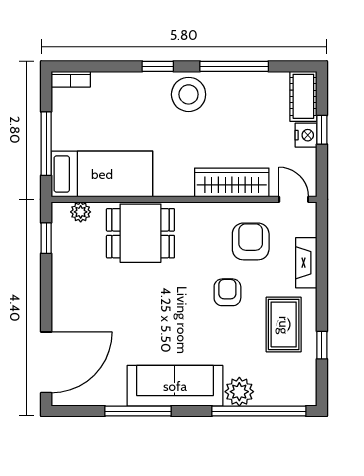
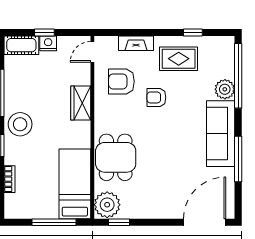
bookcase: (71, 79) -> (10, 179), moved
wardrobe: (232, 182) -> (81, 103), width x0.67
plant: (81, 212) -> (107, 205), width x1.87, depth x1.87
door: (46, 362) -> (205, 222), hinge flipped

